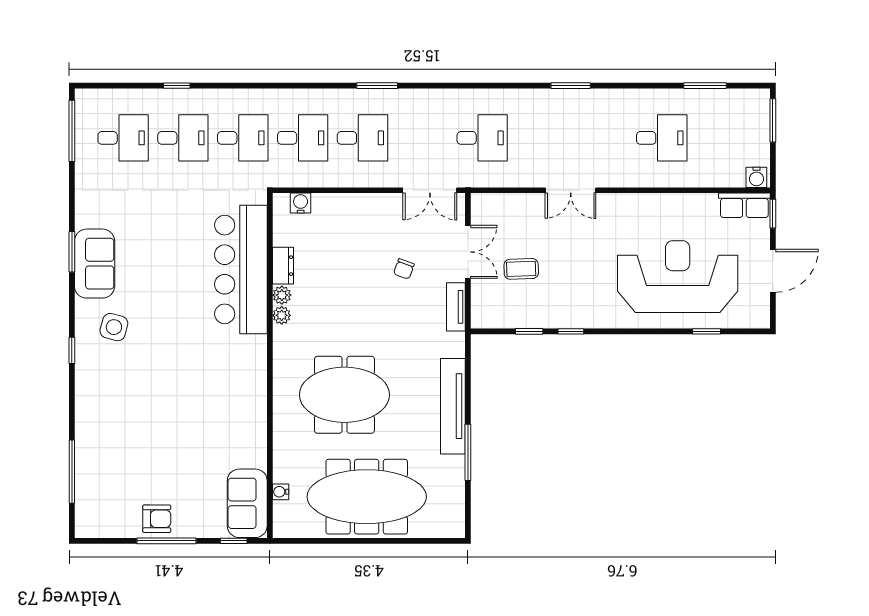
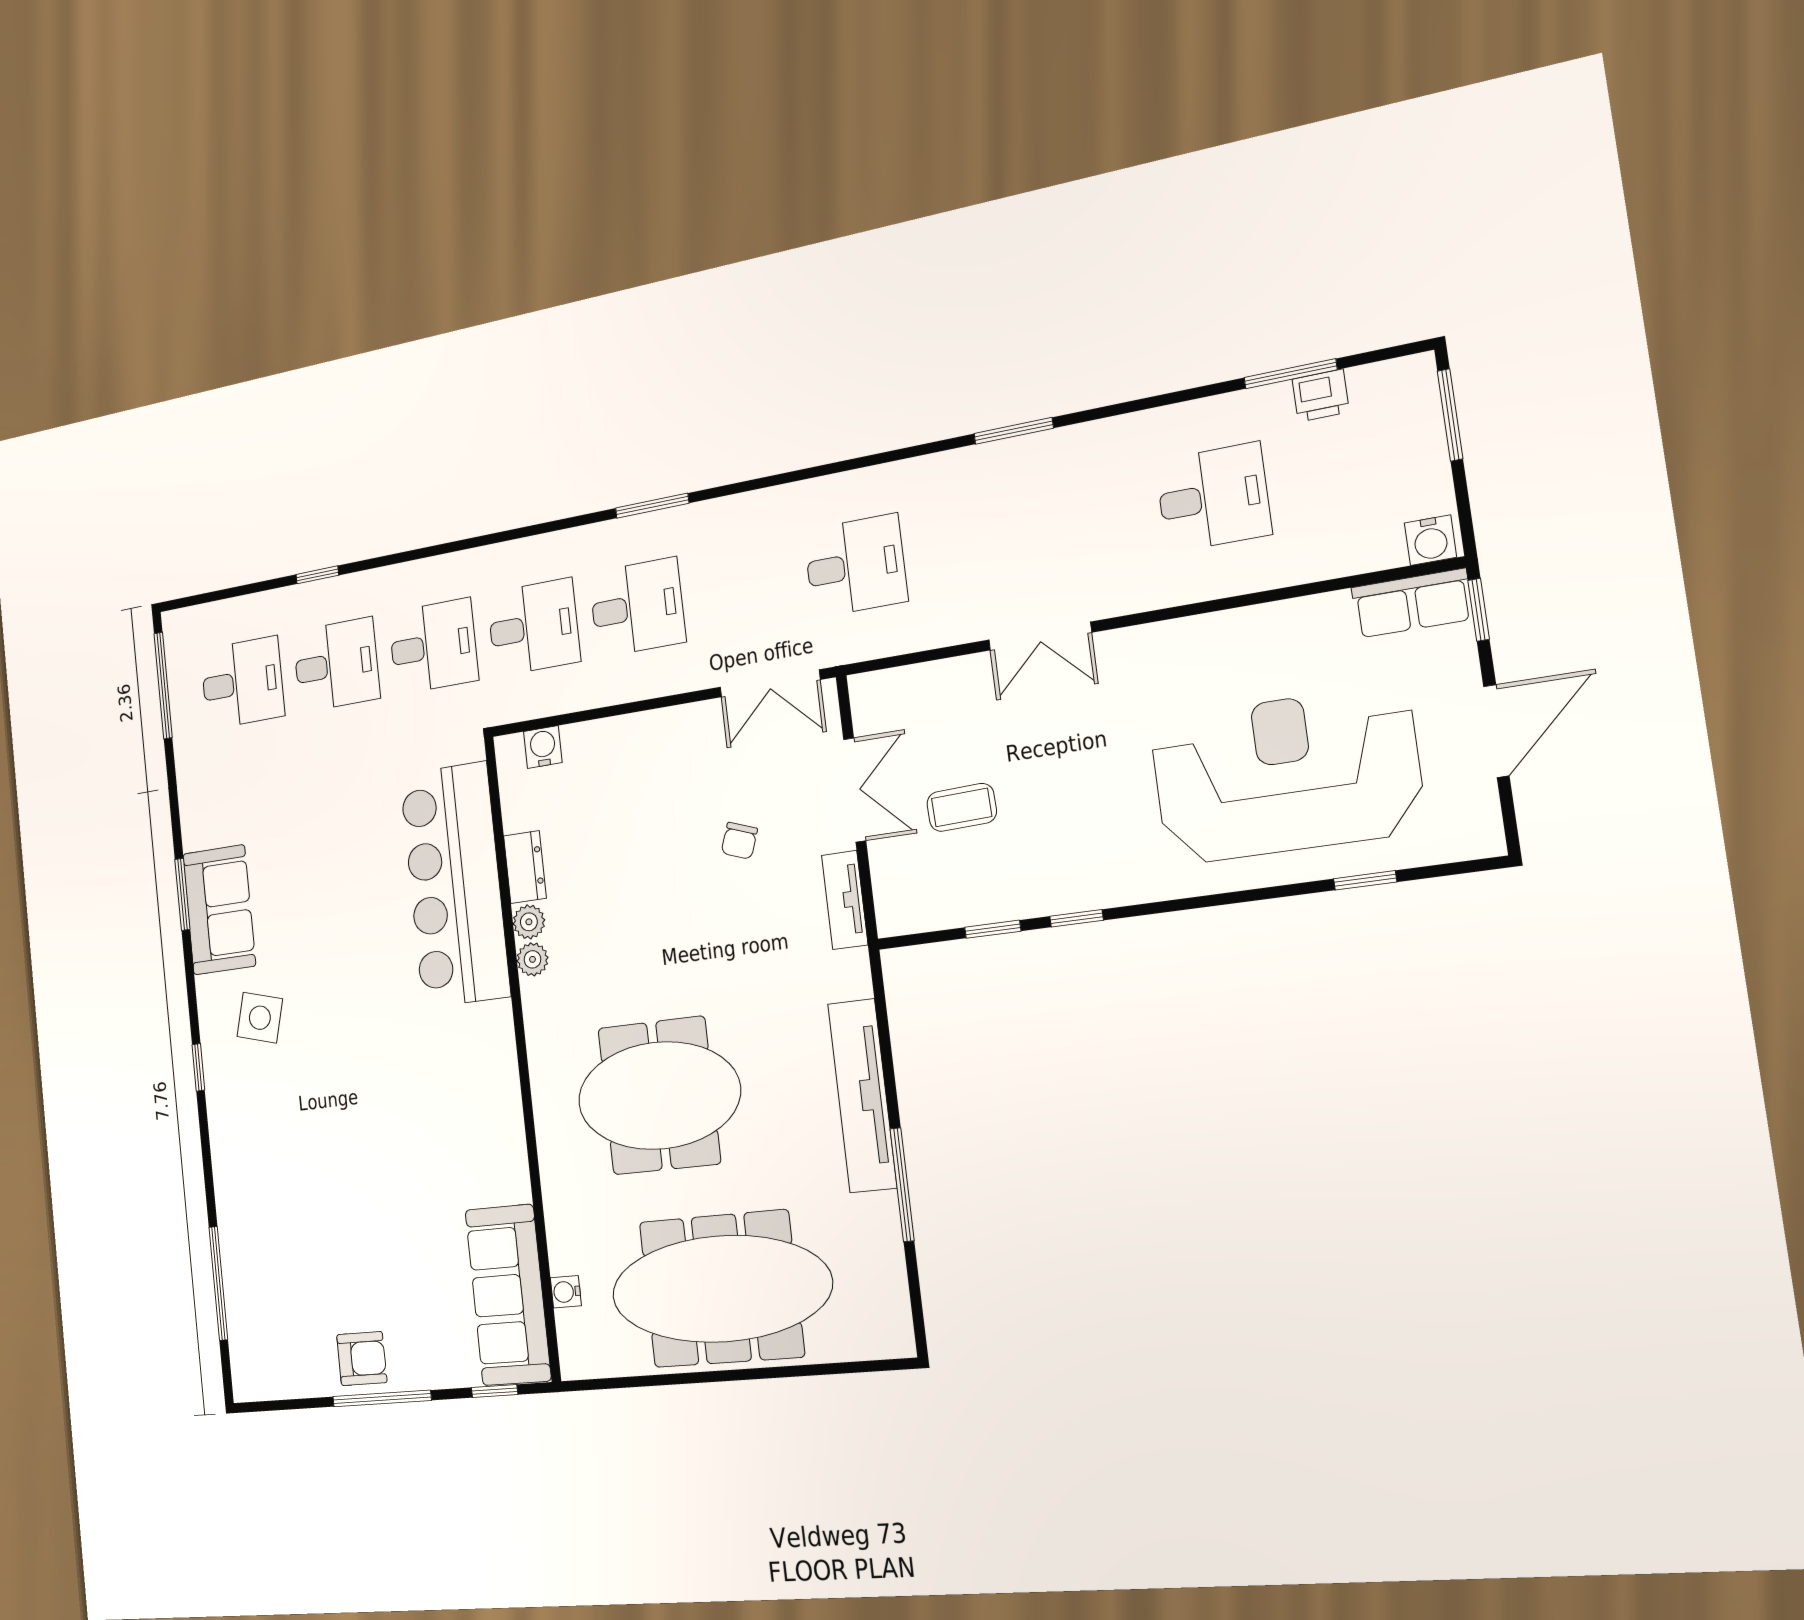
printer: (717, 99) -> (1321, 396), added
sofa: (247, 503) -> (508, 1295), width x1.36

